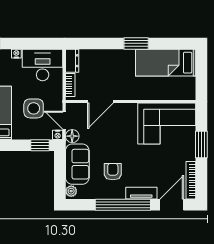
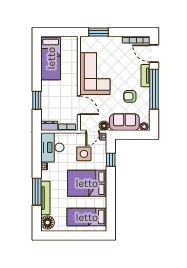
window: (136, 43) -> (37, 100), moved
corner sofa: (167, 123) -> (95, 74), moved
window: (40, 145) -> (111, 160), moved
window: (201, 145) -> (98, 32), moved

